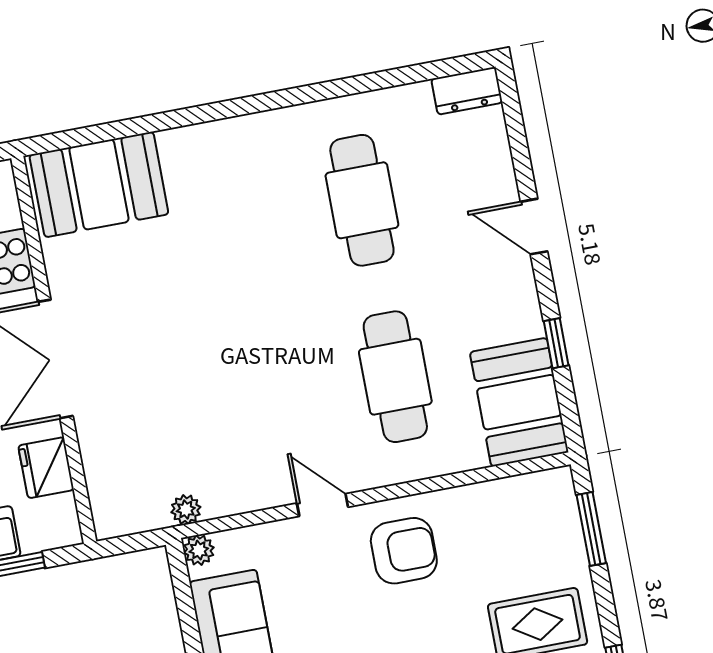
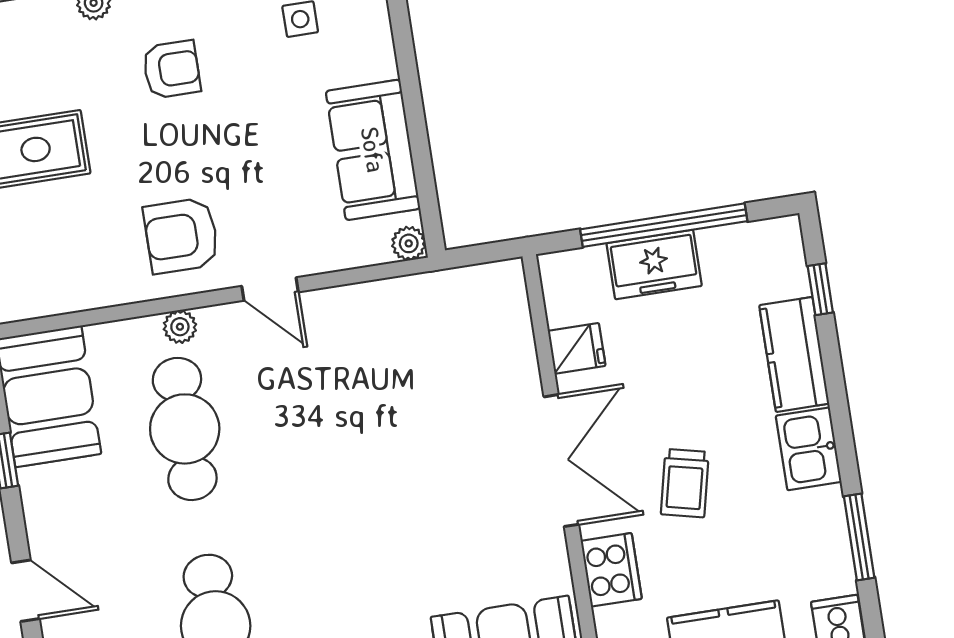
fridge: (46, 468) -> (577, 348), width x0.72
plant: (186, 510) -> (180, 327), moved

